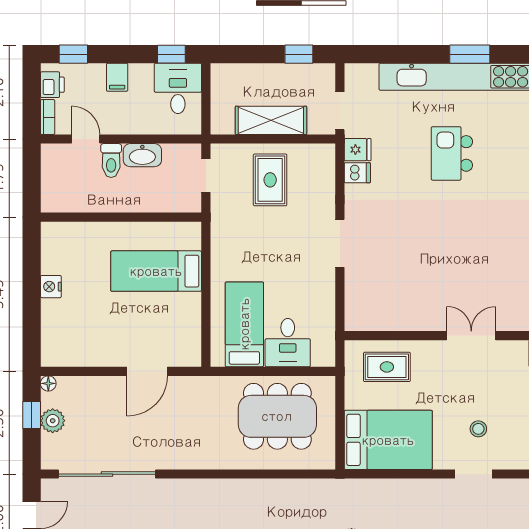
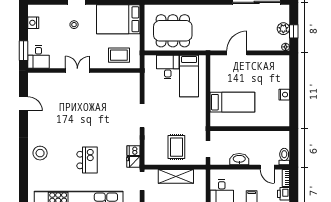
toilet: (111, 161) -> (284, 157), moved
double door: (471, 336) -> (77, 70), swing flipped

